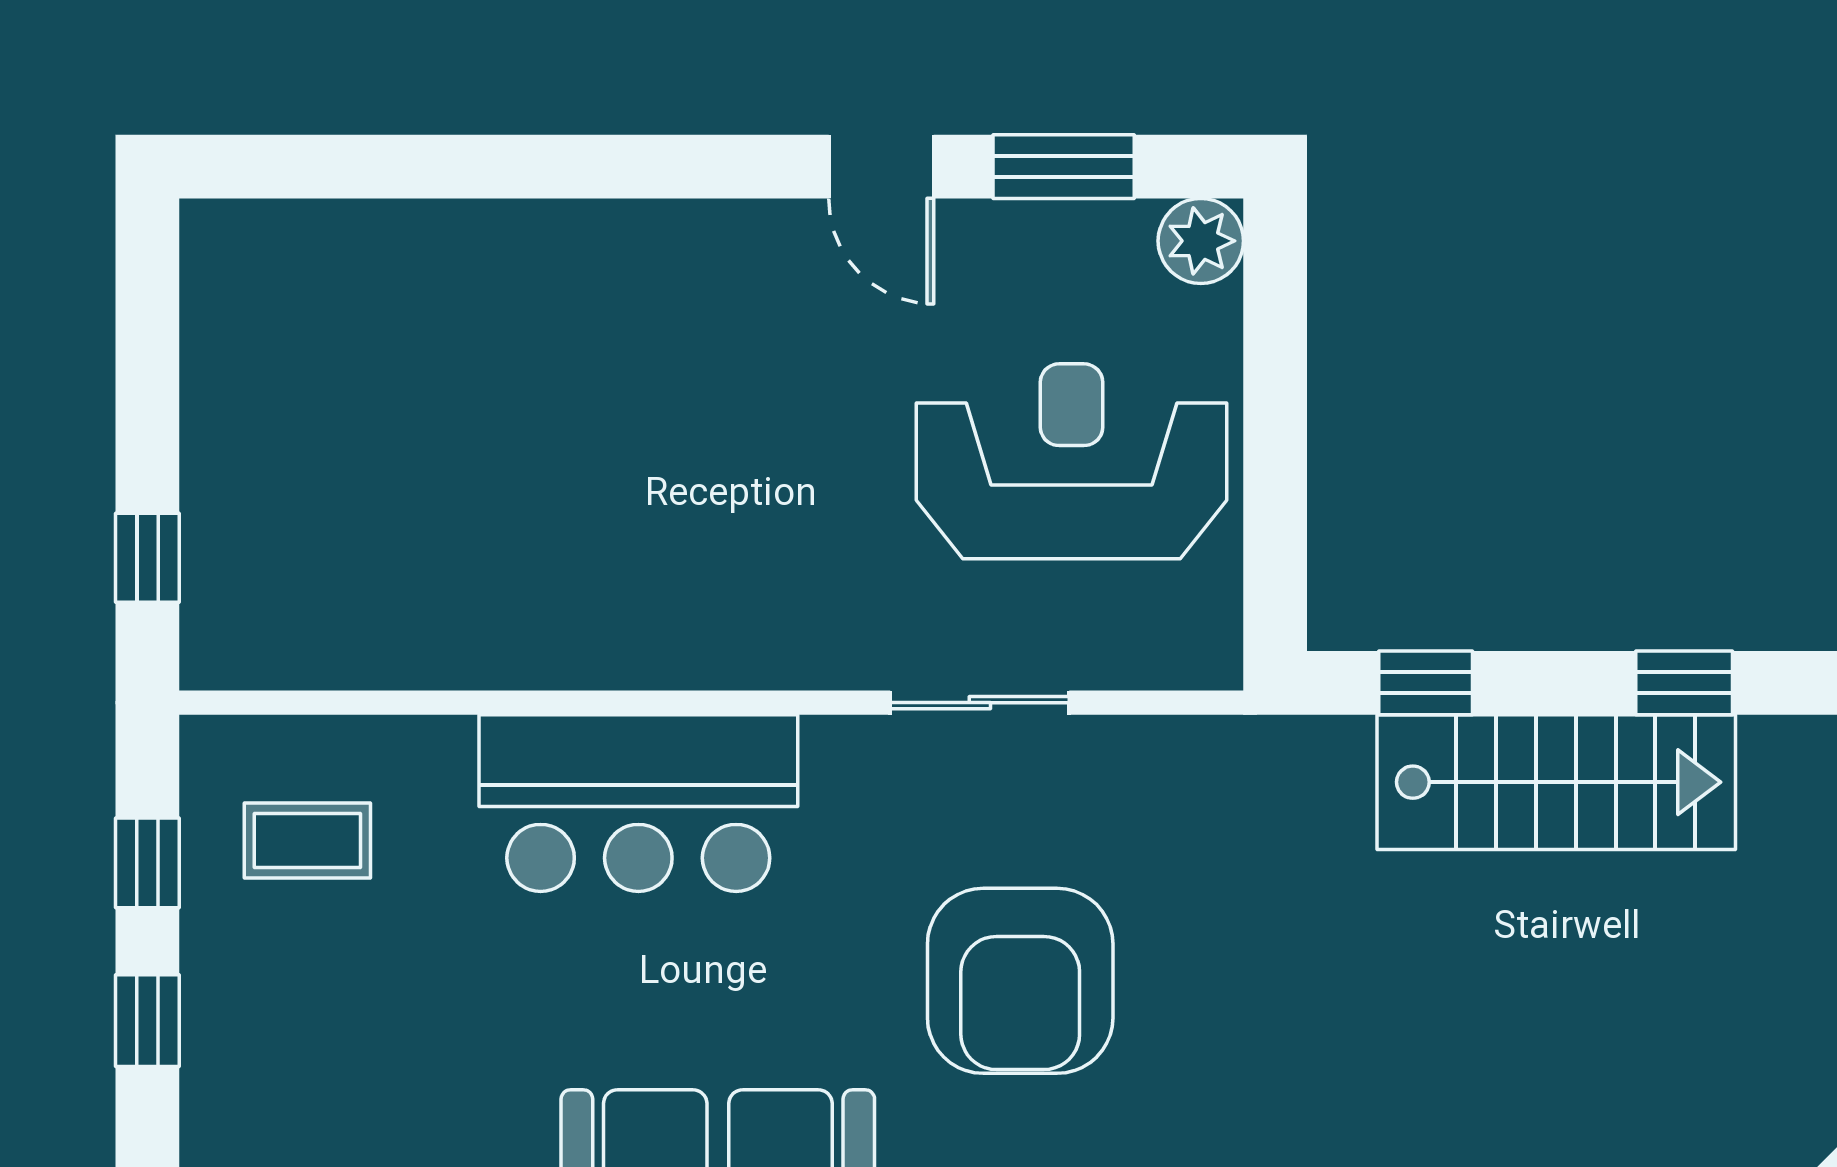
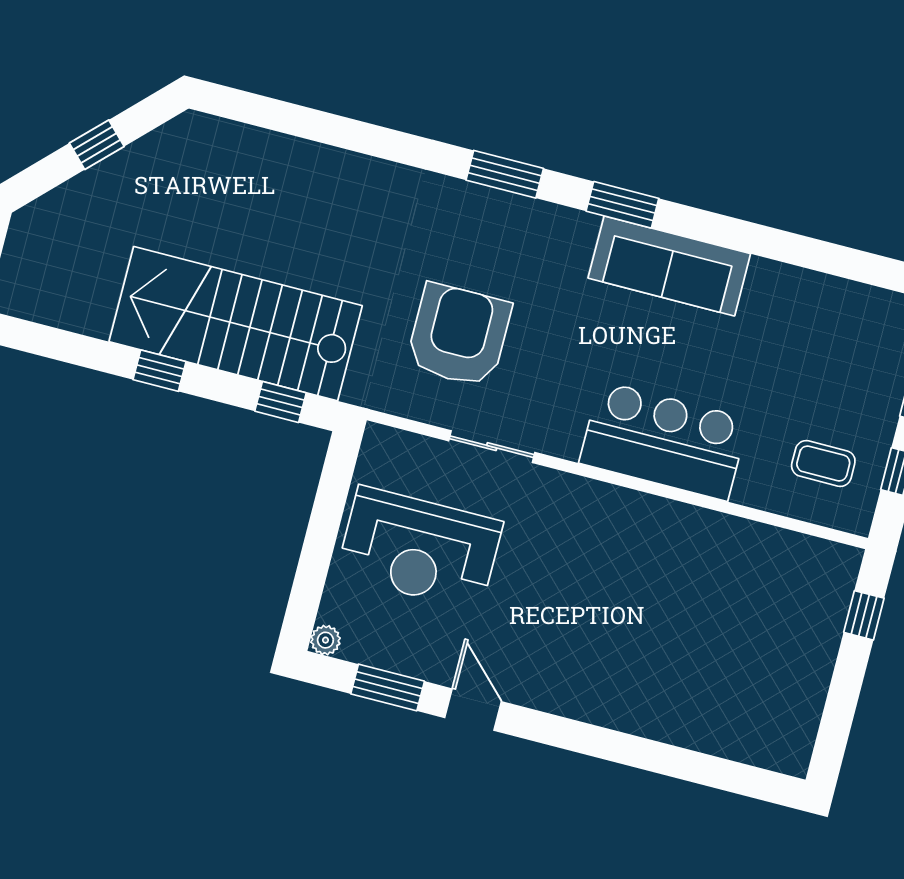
plant: (1201, 241) -> (325, 640), width x0.73, depth x0.73
stairs: (1556, 782) -> (236, 324), width x1.36, depth x1.51
armchair: (1020, 981) -> (459, 335), moved

